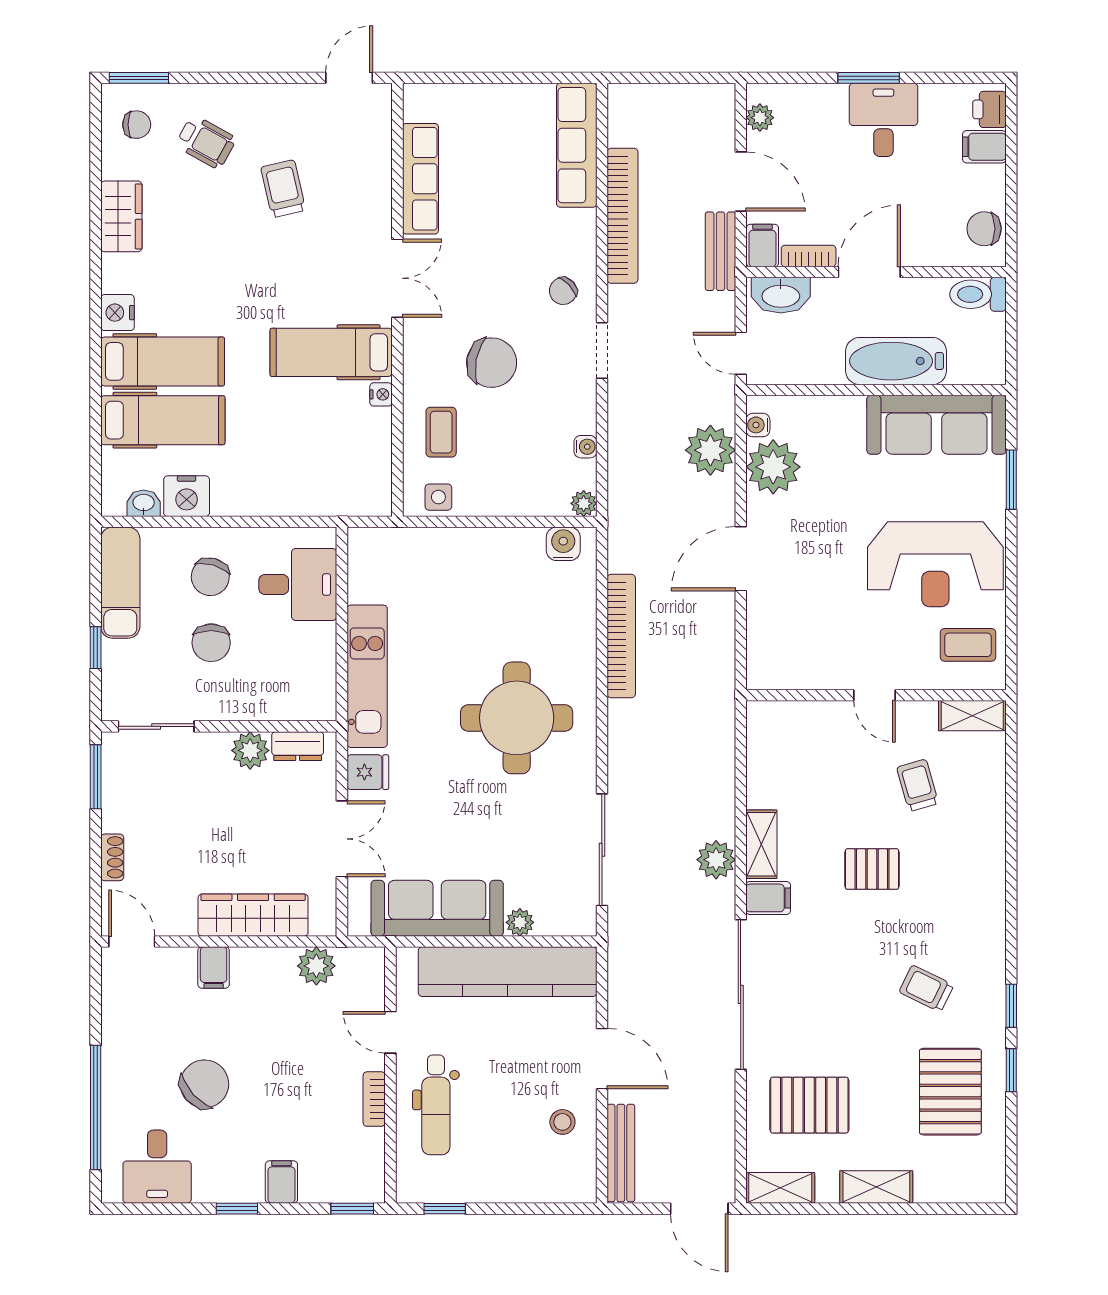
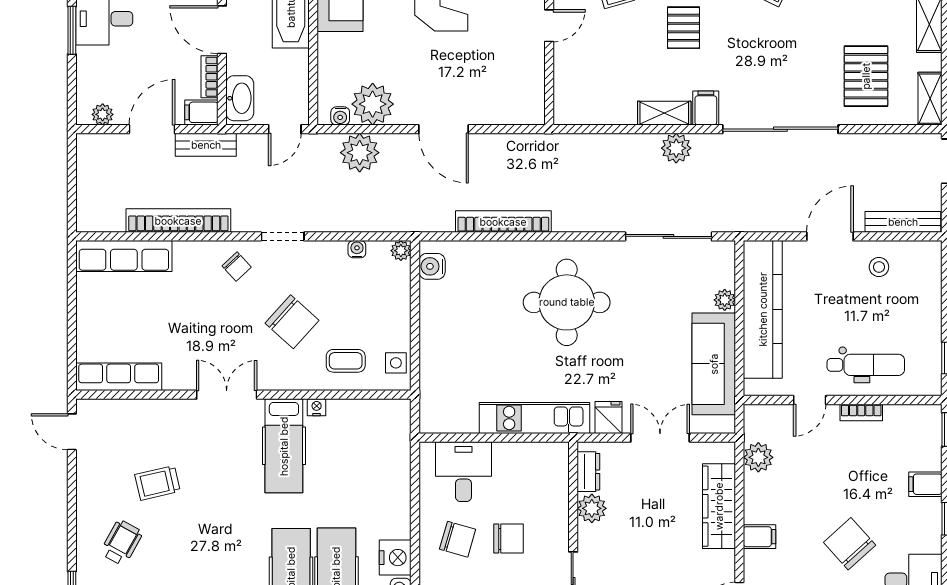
row of seats: (420, 179) -> (119, 377), moved
chair: (492, 363) -> (292, 322), turned 121

